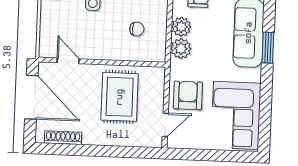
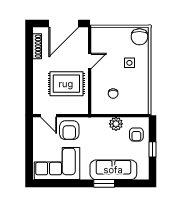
plant: (181, 49) -> (101, 124), removed
door: (68, 61) -> (90, 61), moved
armchair: (188, 95) -> (69, 130), turned 90

